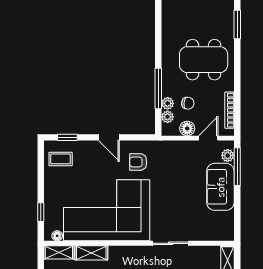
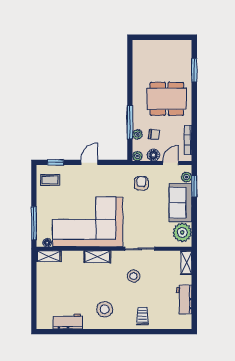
plant: (168, 117) -> (137, 156), moved
door: (109, 137) -> (89, 162), swing flipped
armchair: (138, 162) -> (141, 183), moved, turned 90
window: (237, 167) -> (194, 186), width x0.69
window: (41, 212) -> (34, 223), width x2.17
plant: (222, 223) -> (182, 232), added
shelving: (91, 253) -> (97, 257), moved

